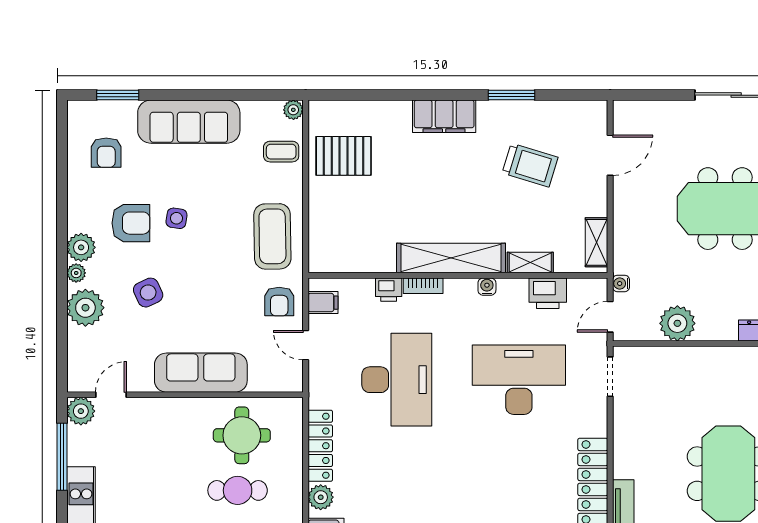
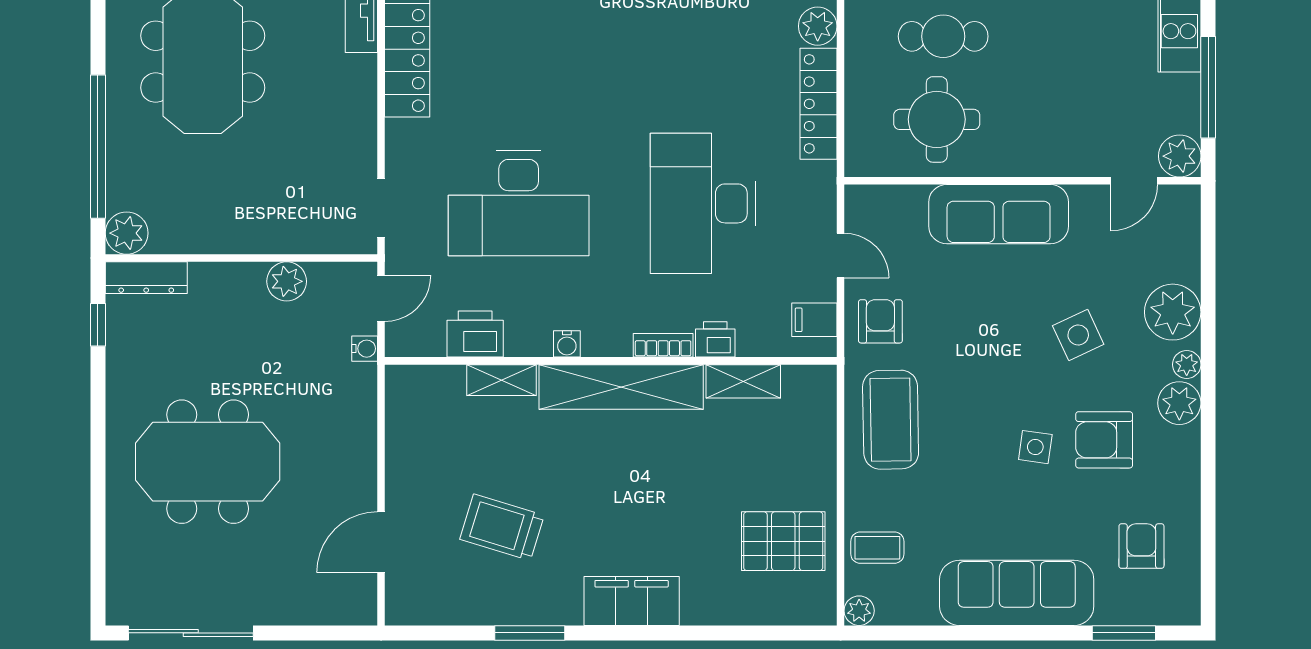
shelving: (597, 242) -> (743, 381), moved, turned 90
plant: (677, 323) -> (287, 281), width x0.73, depth x0.73

